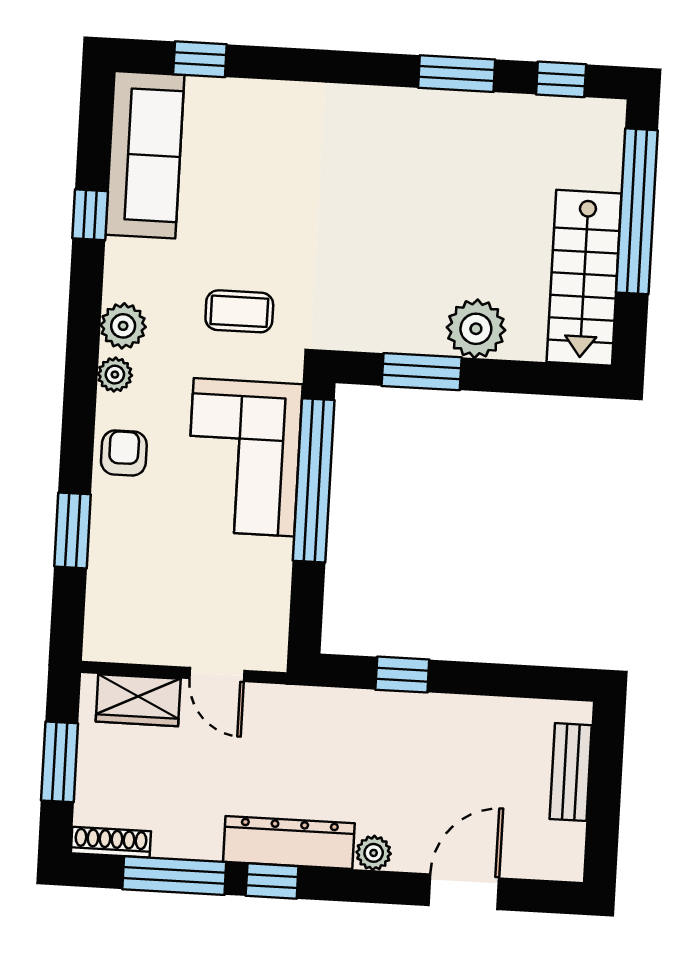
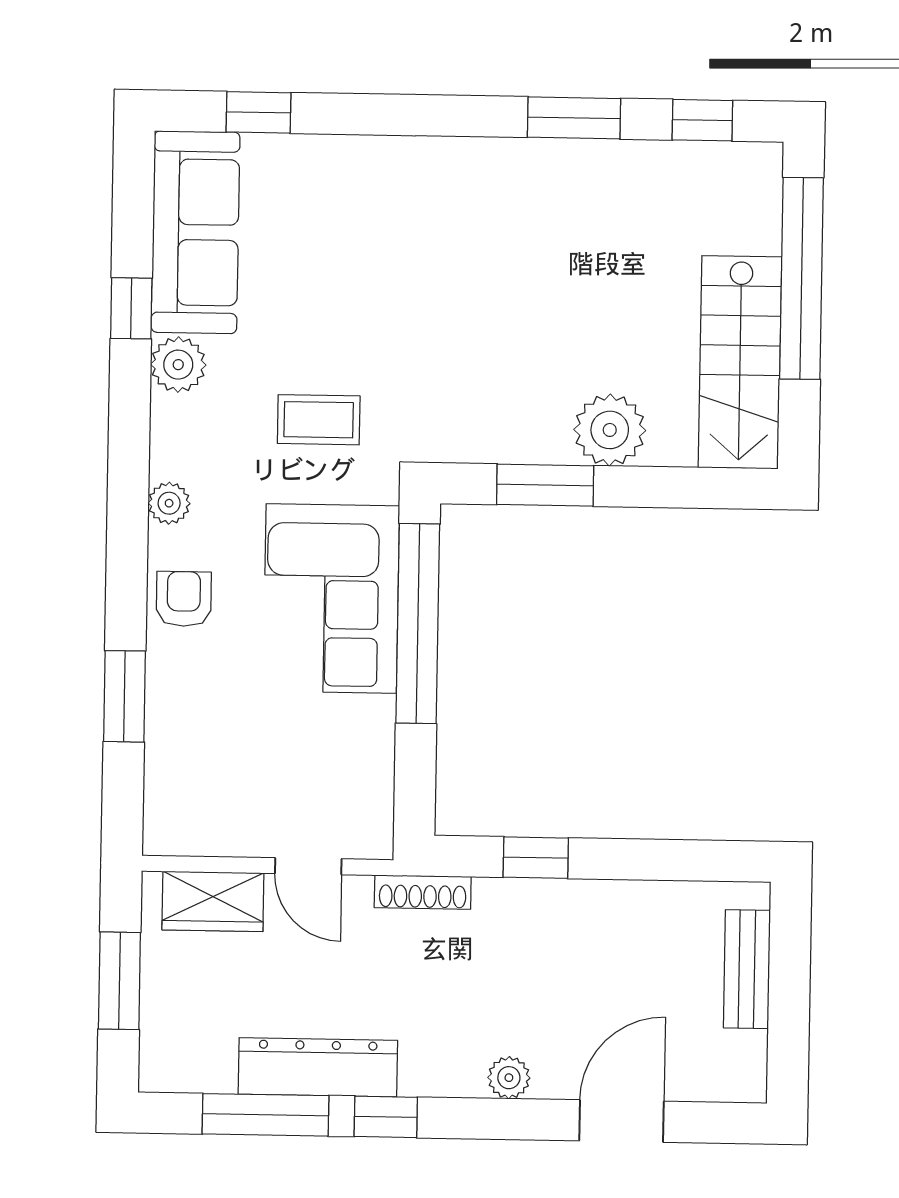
plant: (123, 326) -> (178, 365), moved
shoe rack: (111, 842) -> (423, 892), moved, turned 180
dresser: (289, 842) -> (318, 1067), moved

